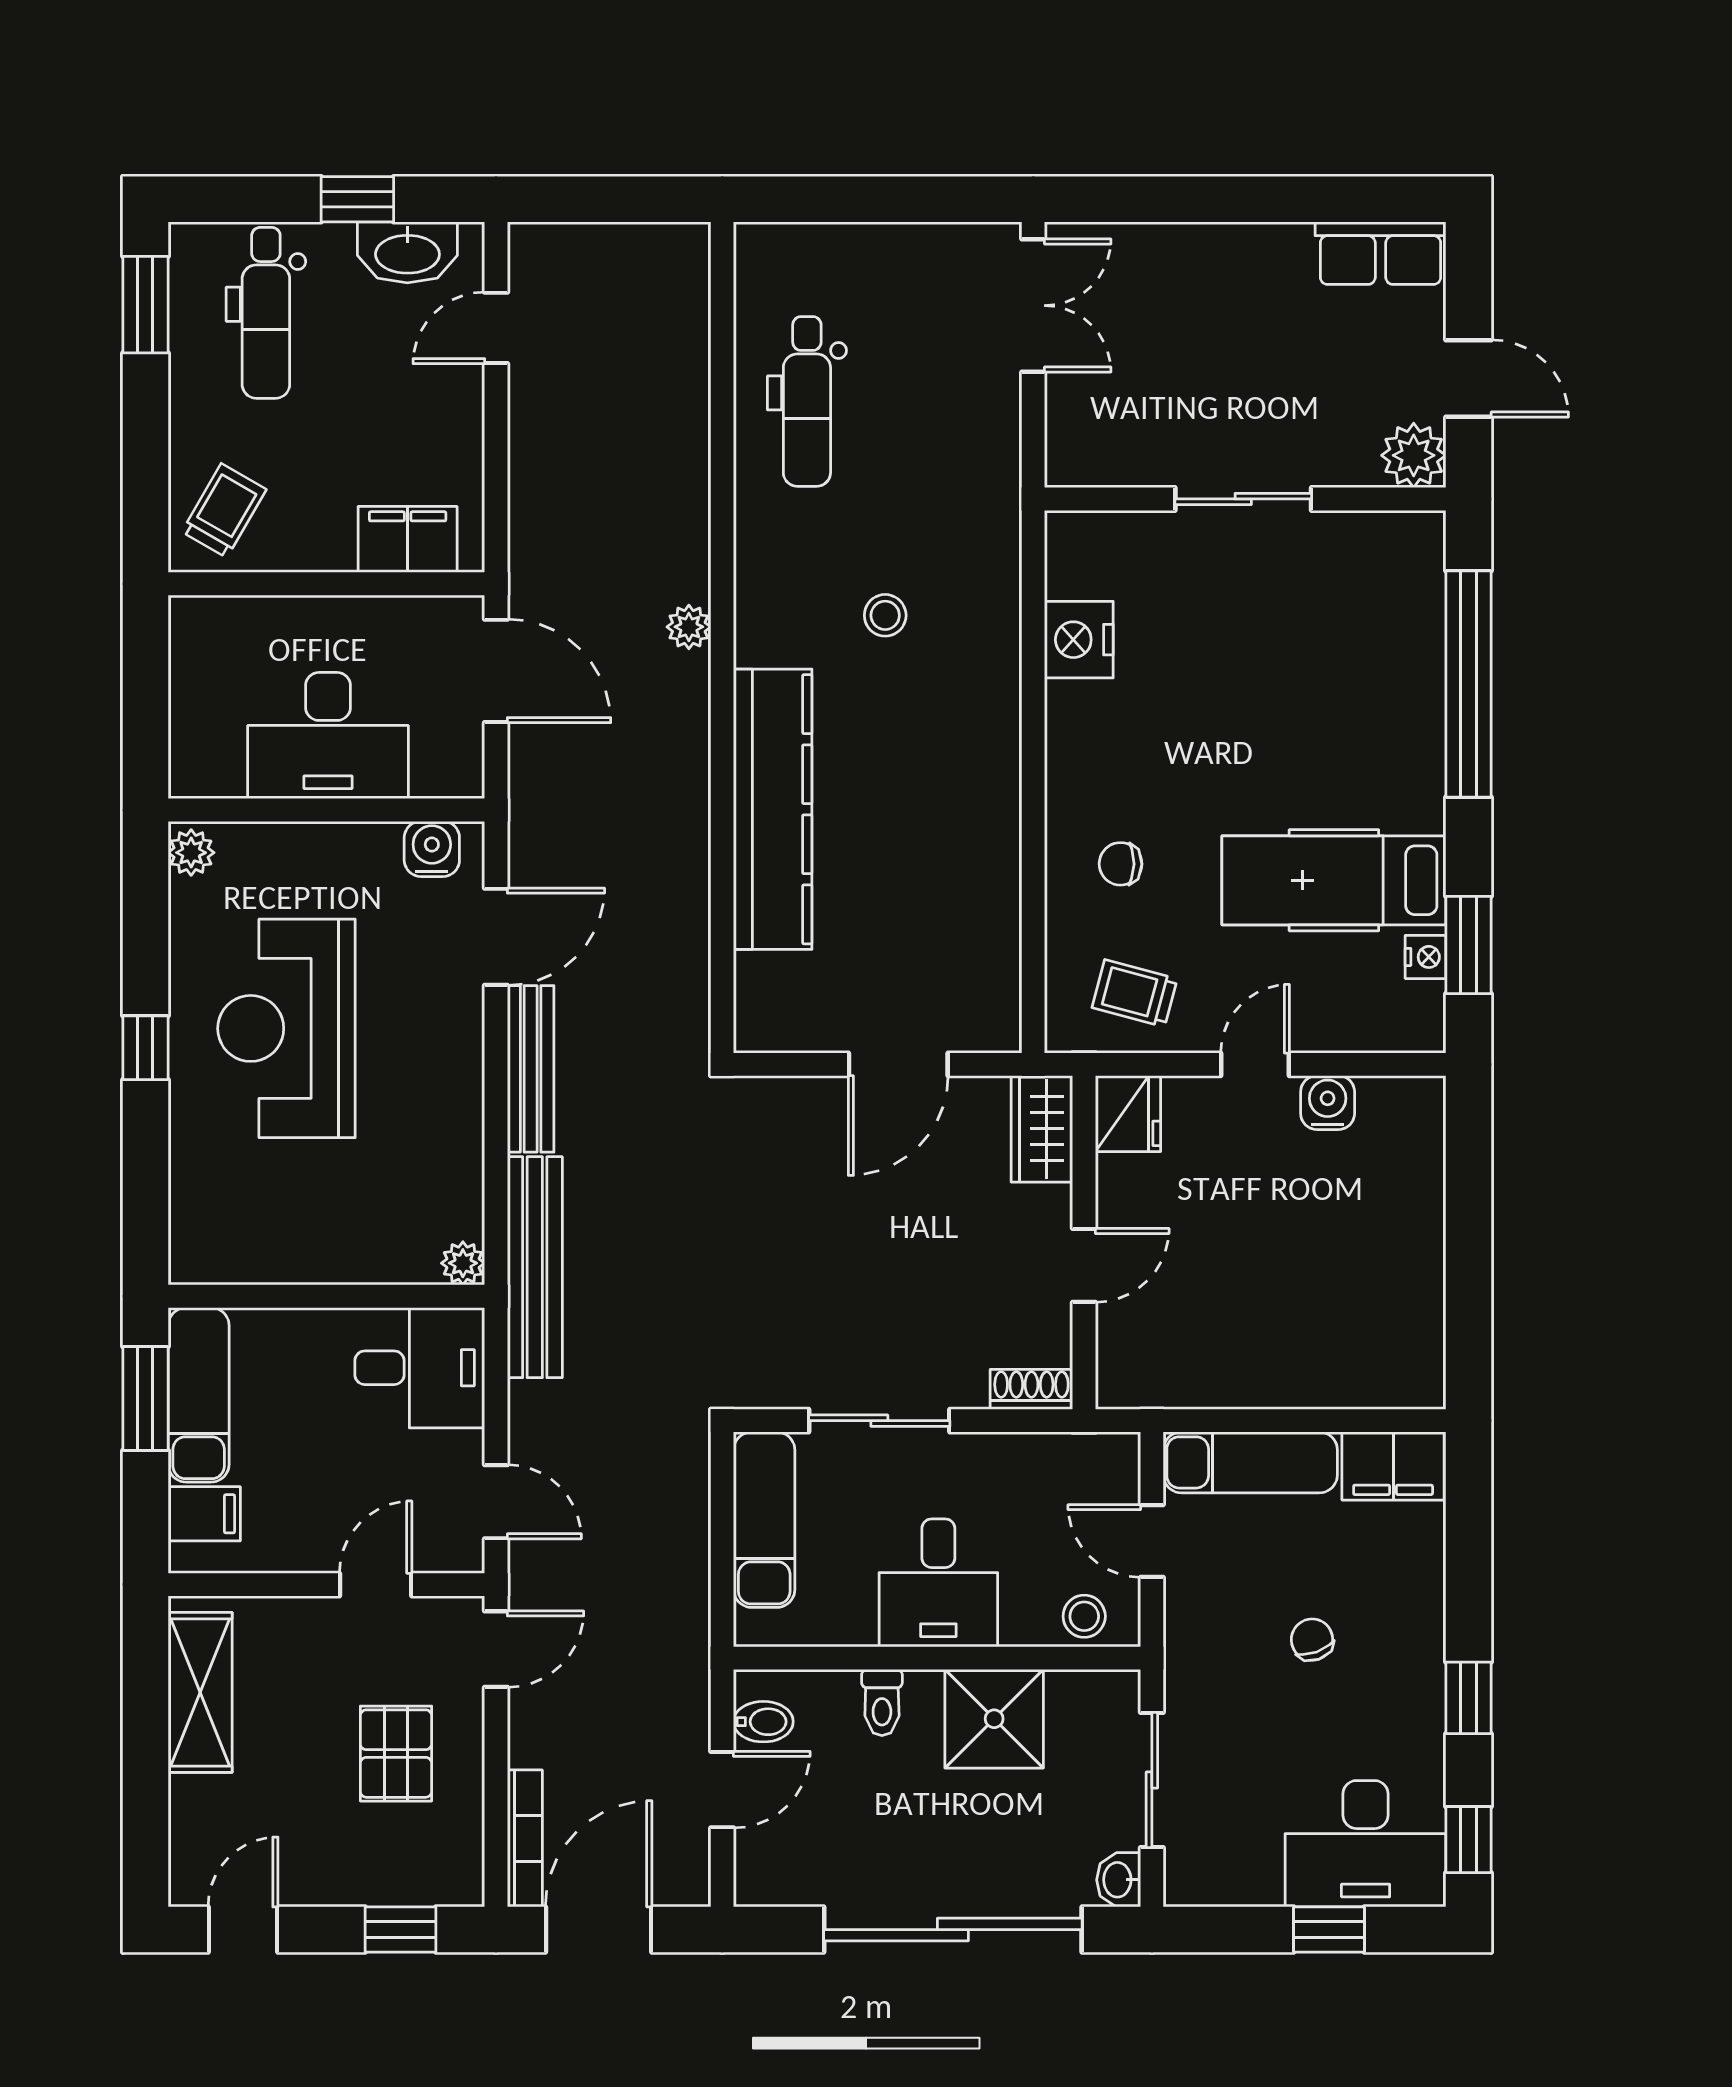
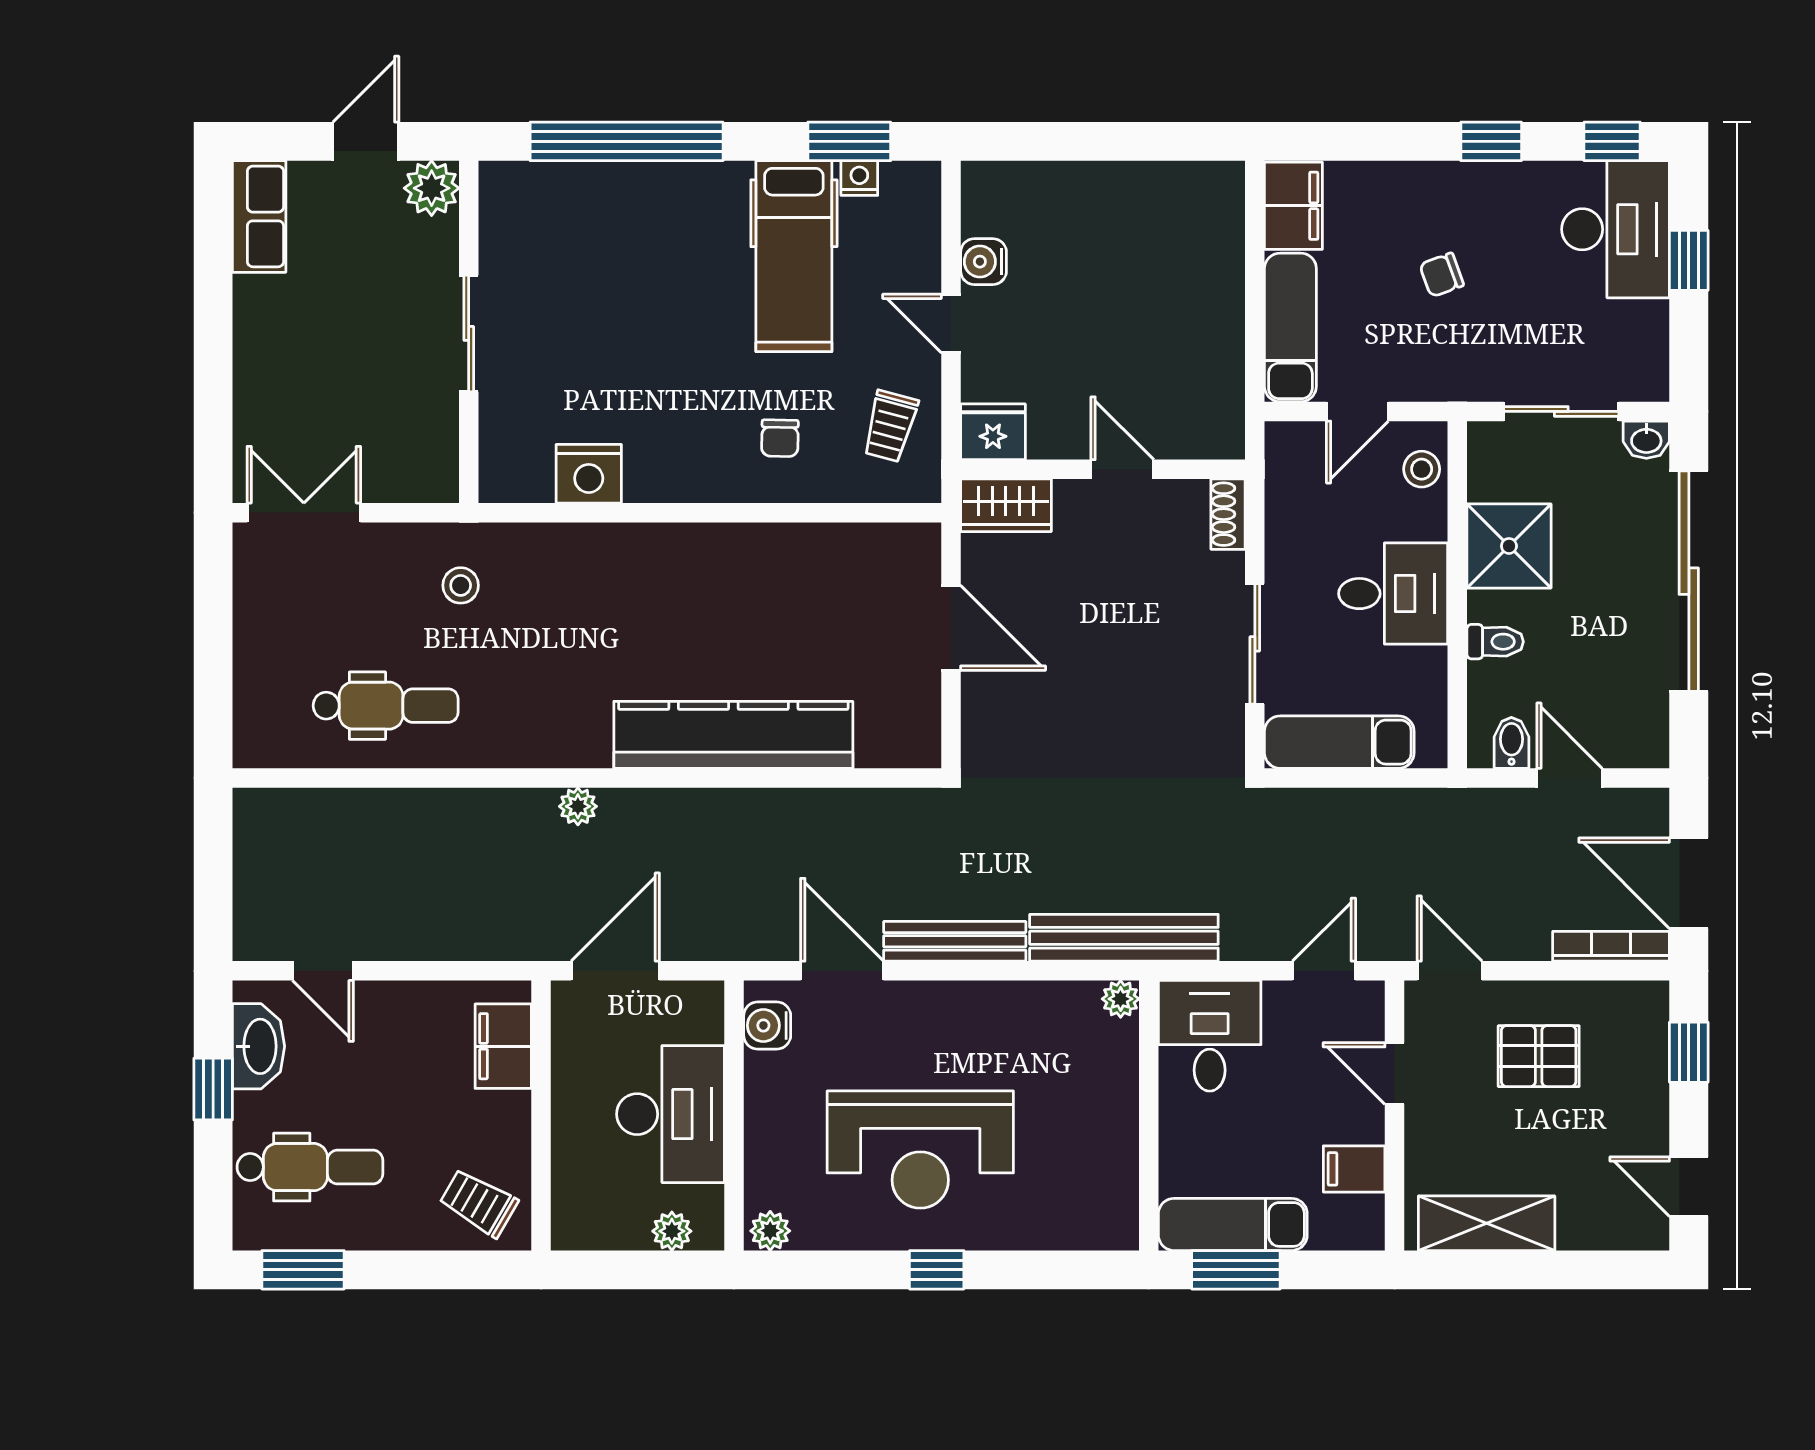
stool: (885, 615) -> (461, 585), moved
plant: (191, 737) -> (672, 1231), added
filing cabinet: (204, 1514) -> (1354, 1169), moved, turned -90

